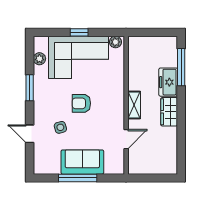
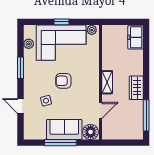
window: (181, 67) -> (146, 115), moved
freezer: (168, 82) -> (135, 37), moved
floor lamp: (114, 165) -> (91, 132), added

